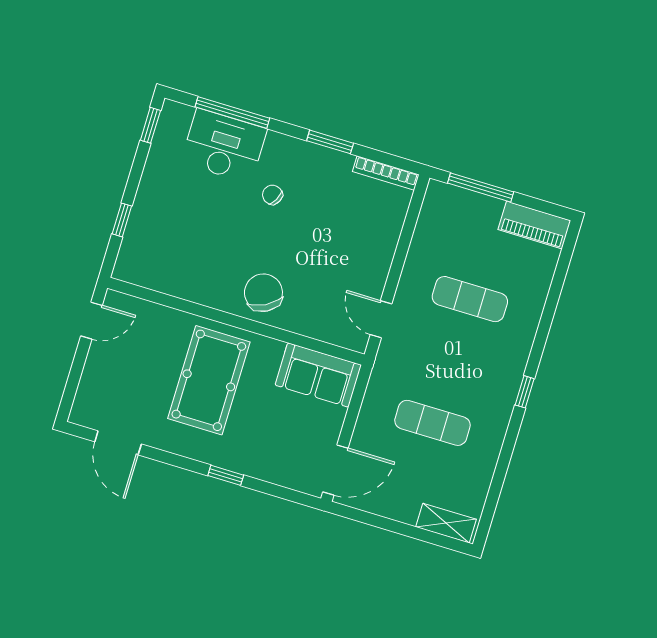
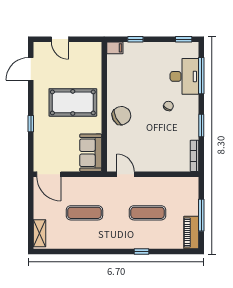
window: (481, 187) -> (201, 215), moved
filing cabinet: (127, 265) -> (115, 48), added
exercise mat: (470, 299) -> (148, 213), turned 90
door: (381, 319) -> (126, 174), hinge flipped
door: (91, 321) -> (60, 39), moved
window: (525, 392) -> (141, 251), moved
exercise mat: (432, 423) -> (84, 213), turned 90

